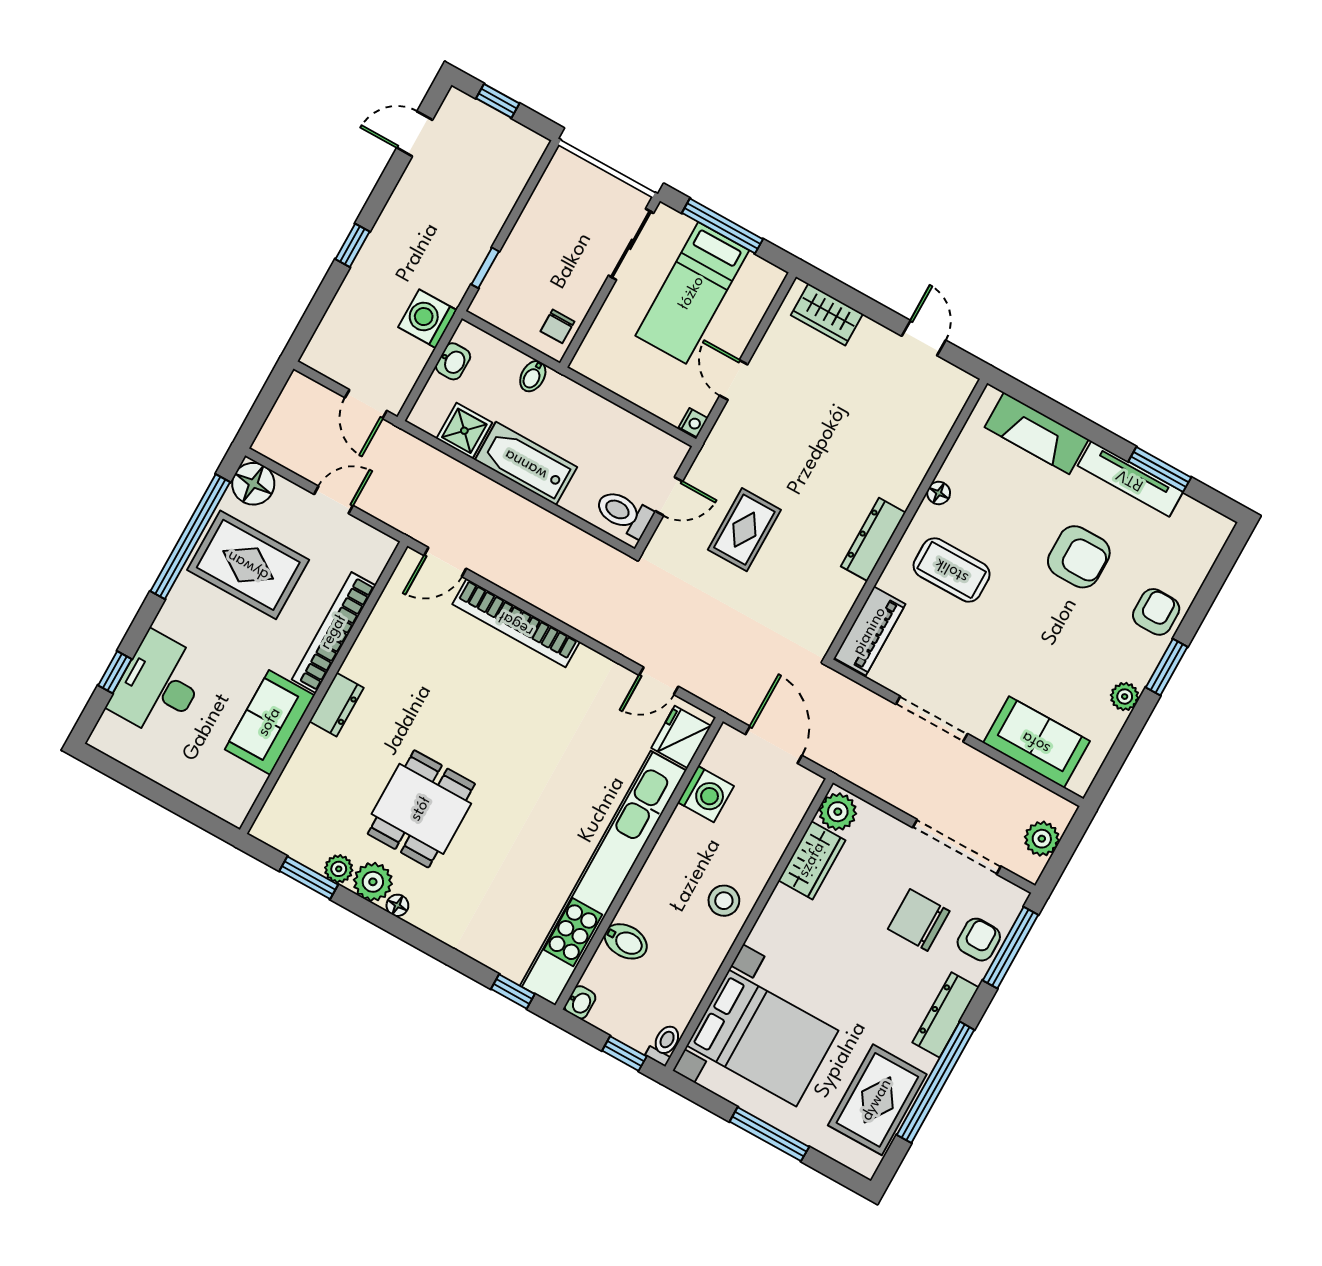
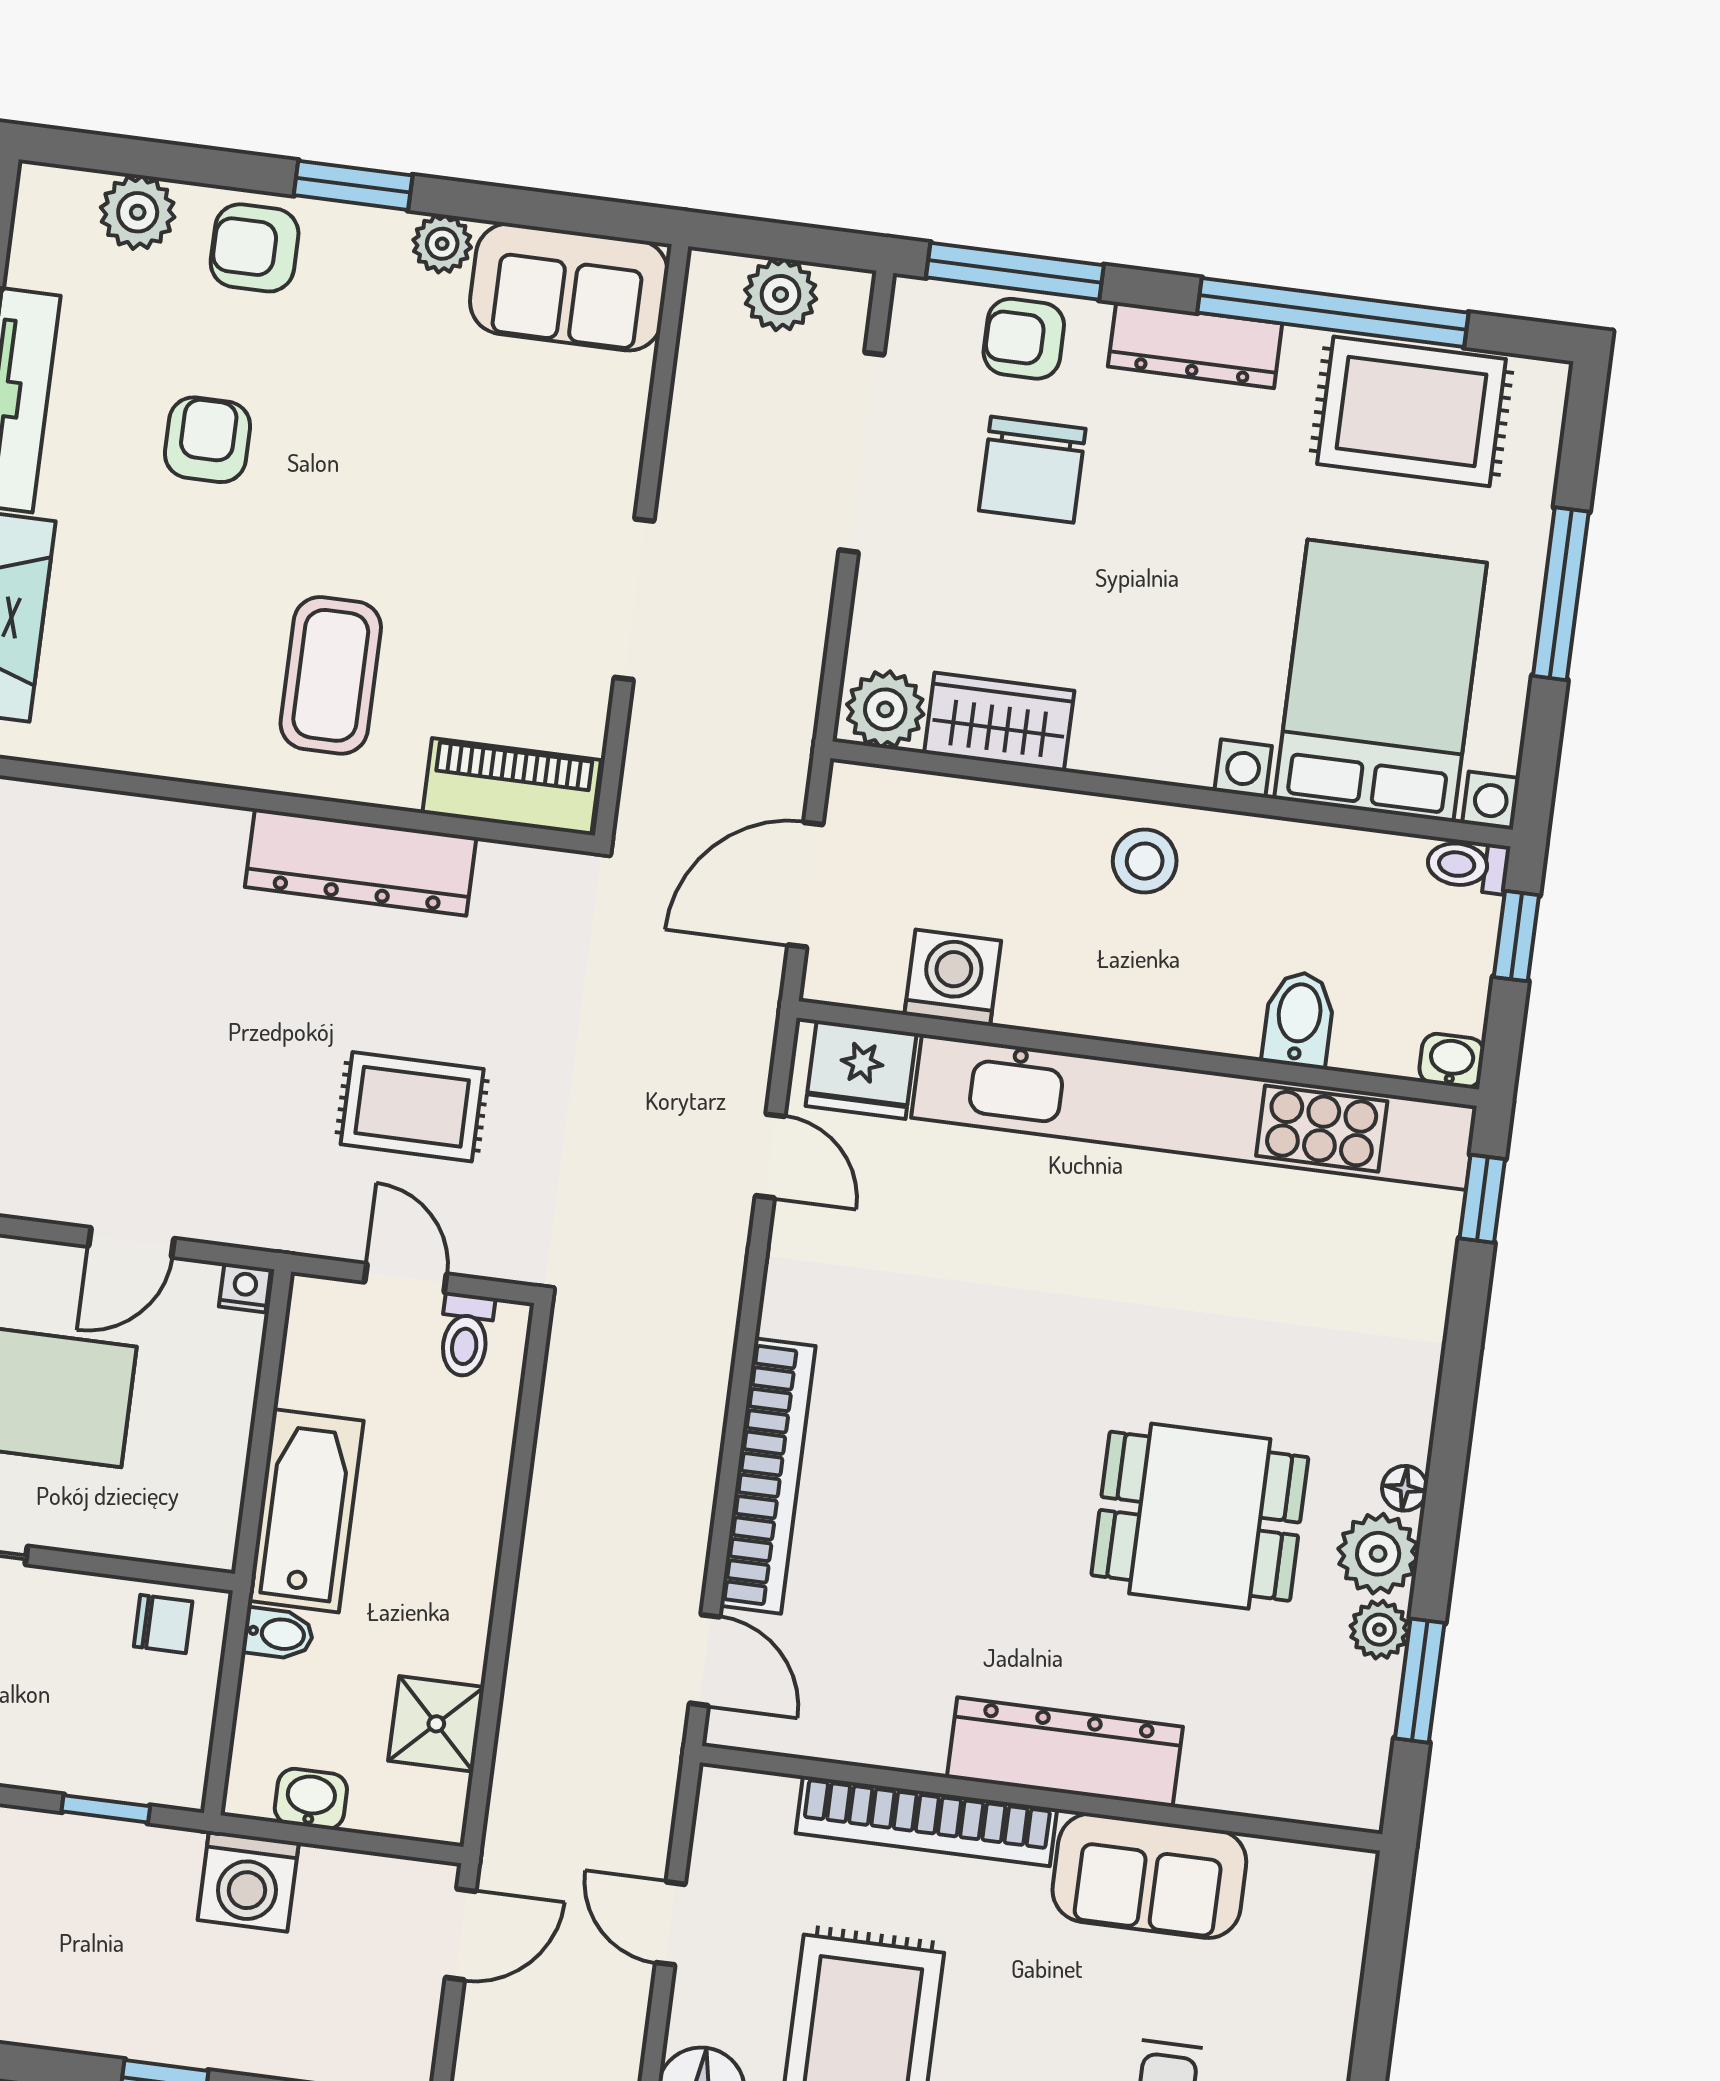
bathtub: (526, 464) -> (306, 1511), moved, turned 180
floor lamp: (939, 493) -> (192, 760), removed
toilet: (624, 513) -> (466, 1335), width x0.73, depth x0.72
dresser: (873, 539) -> (361, 862), width x1.37, depth x1.24
armchair: (1079, 557) -> (207, 440), width x0.72, depth x0.72
plant: (1193, 566) -> (138, 212), added
dresser: (337, 705) -> (1065, 1752), width x1.96, depth x1.24
sofa: (1036, 742) -> (569, 287), moved, turned -90

